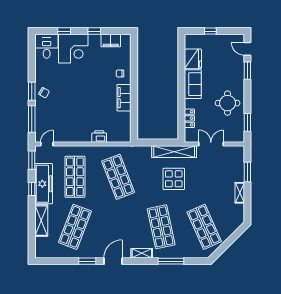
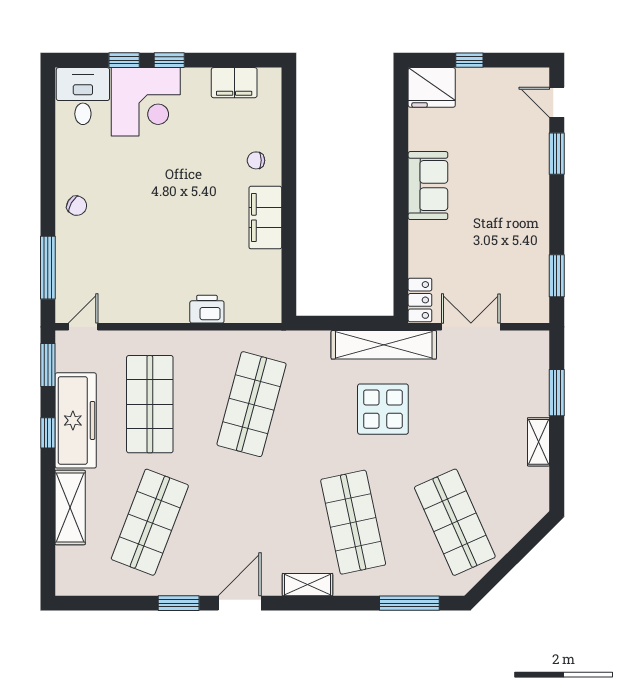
window: (94, 31) -> (169, 60), moved
fridge: (193, 59) -> (432, 87), moved, turned 90
window: (32, 91) -> (48, 202), removed
round table: (228, 103) -> (510, 230), removed
locker: (189, 118) -> (420, 300), moved
shop shelf: (118, 177) -> (251, 404), turned 36
window: (171, 261) -> (409, 603), moved

